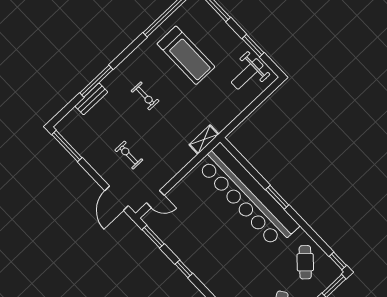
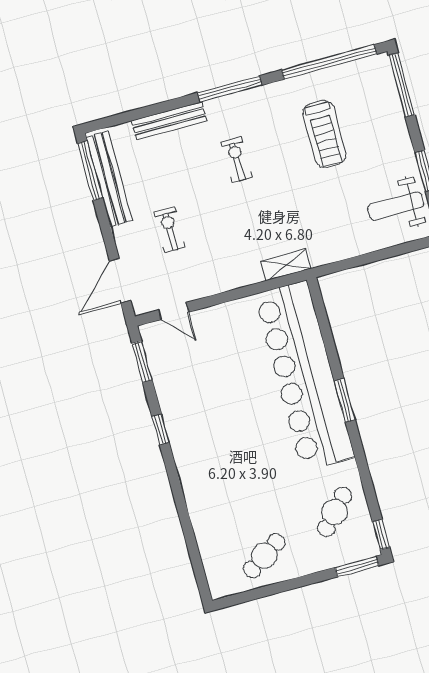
treadmill: (186, 55) -> (324, 134), width x0.73, depth x0.73
window: (96, 81) -> (230, 89), moved
exercise bike: (145, 96) -> (237, 160), turned 180
bench: (91, 99) -> (169, 121), width x1.36
bench: (80, 145) -> (109, 179), added

